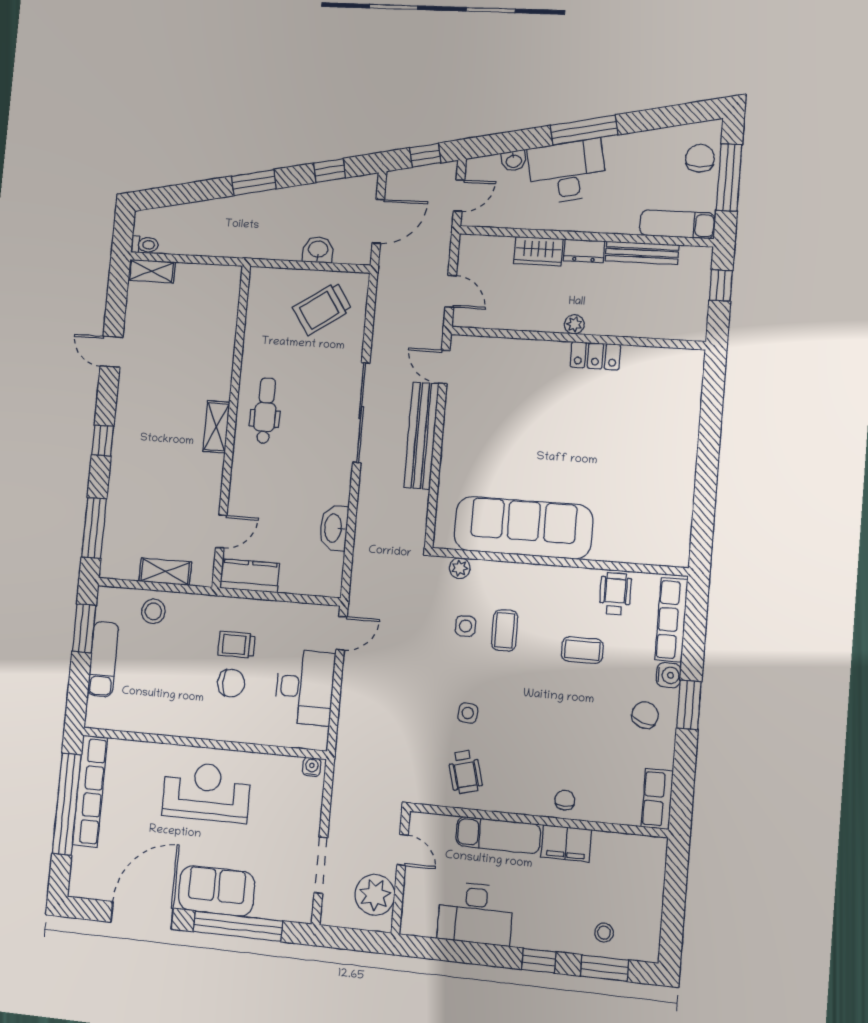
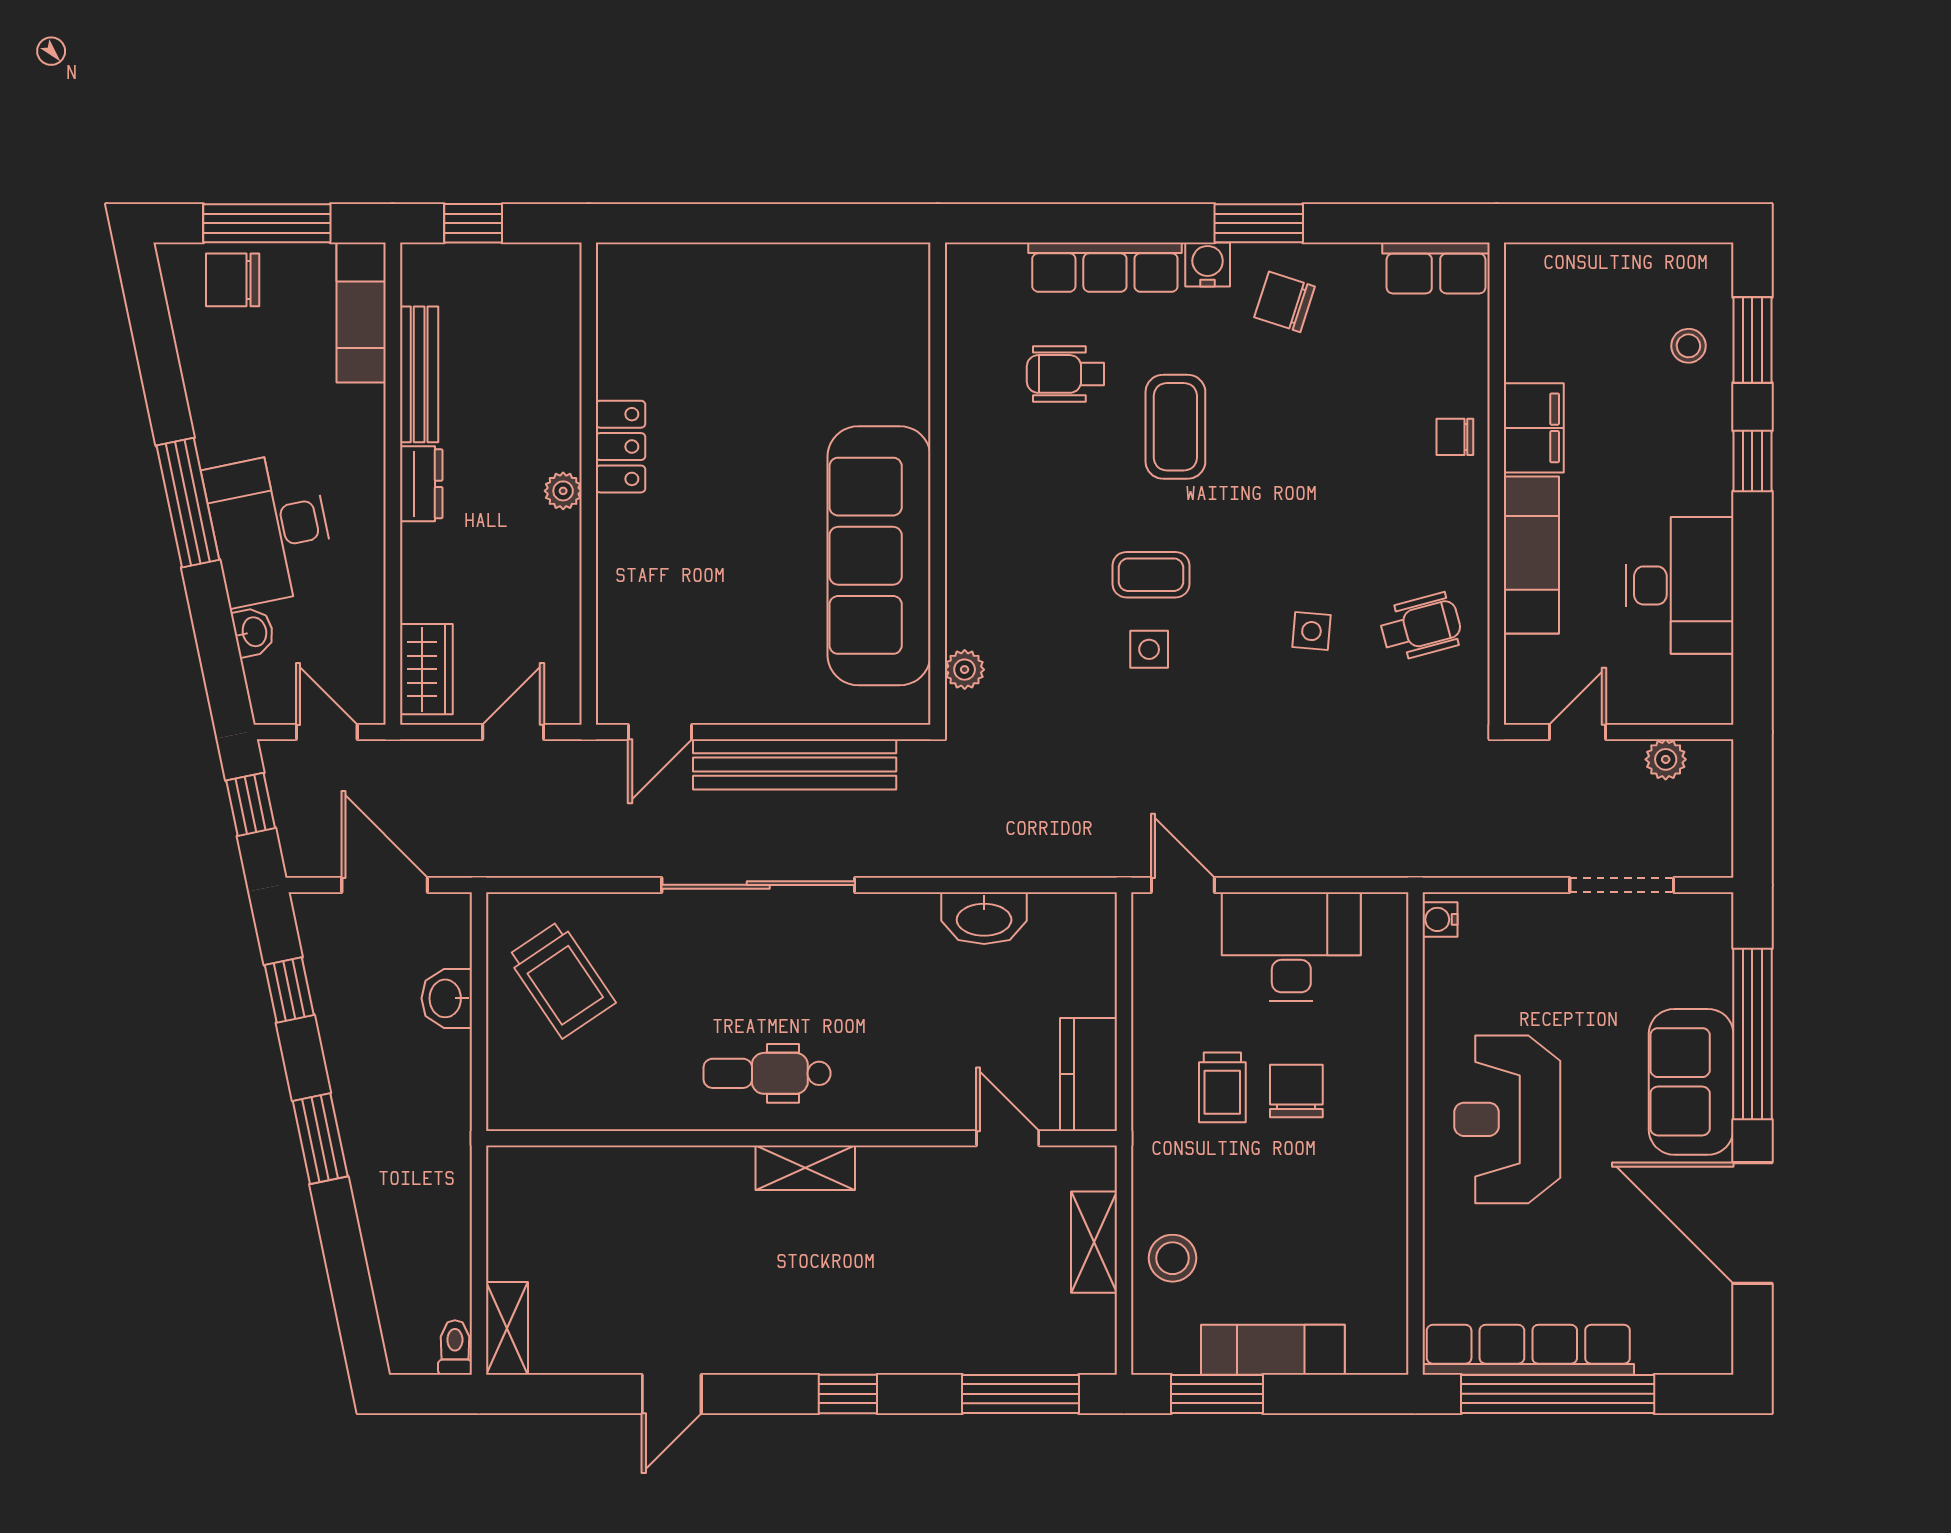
wardrobe: (538, 251) -> (426, 669), moved
sofa: (523, 528) -> (879, 556), moved
wall: (559, 562) -> (938, 484), moved
plant: (460, 568) -> (965, 670), moved
coffee table: (582, 650) -> (1175, 427), width x1.36, depth x1.30
plant: (375, 895) -> (1666, 759), width x0.53, depth x0.53

